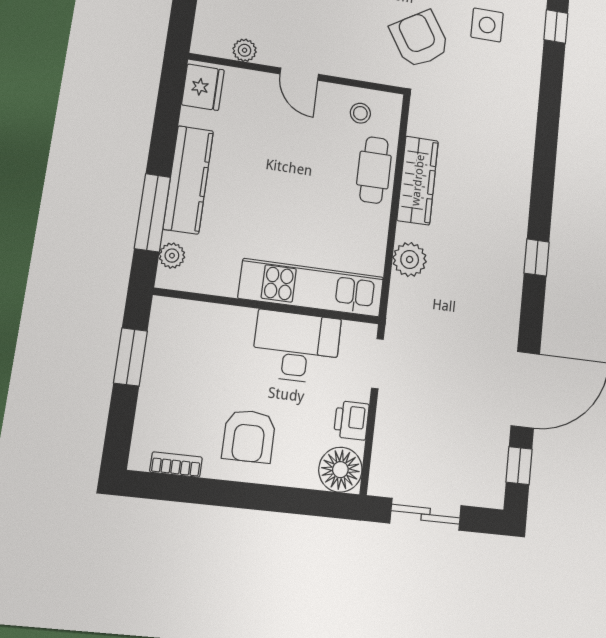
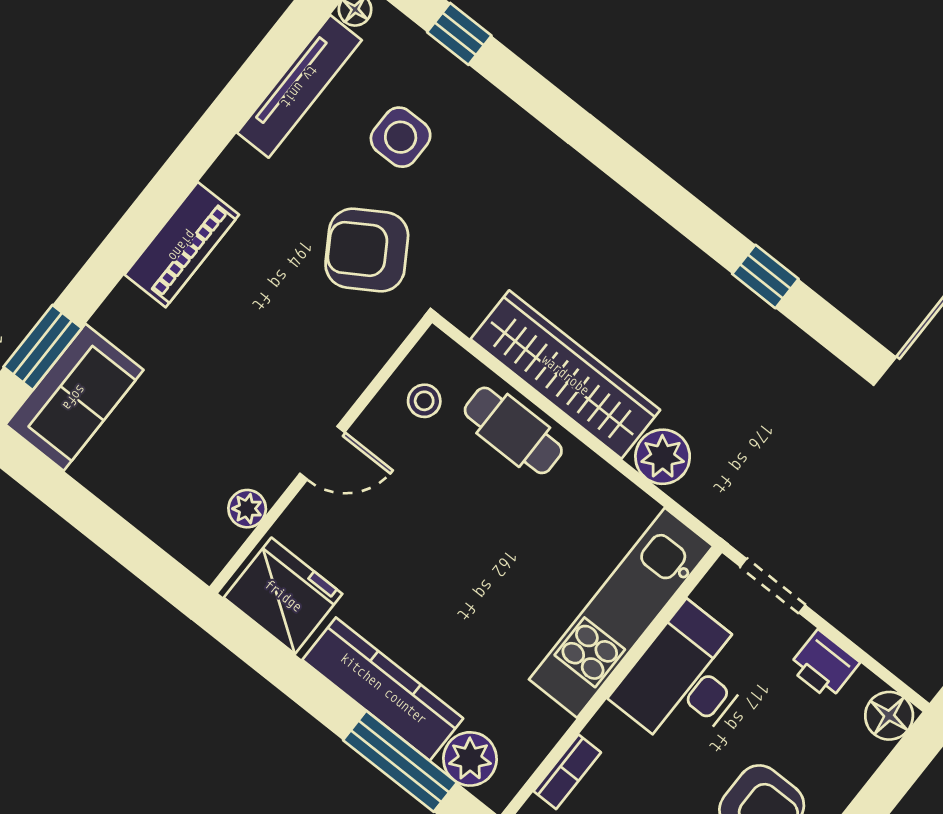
fridge: (203, 87) -> (283, 596), width x1.36, depth x1.34
wardrobe: (418, 180) -> (565, 375), width x1.40, depth x1.17
plant: (172, 256) -> (470, 759), width x1.38, depth x1.38
bookcase: (203, 311) -> (567, 772), added
floor lamp: (340, 470) -> (889, 716), width x0.73, depth x0.73

